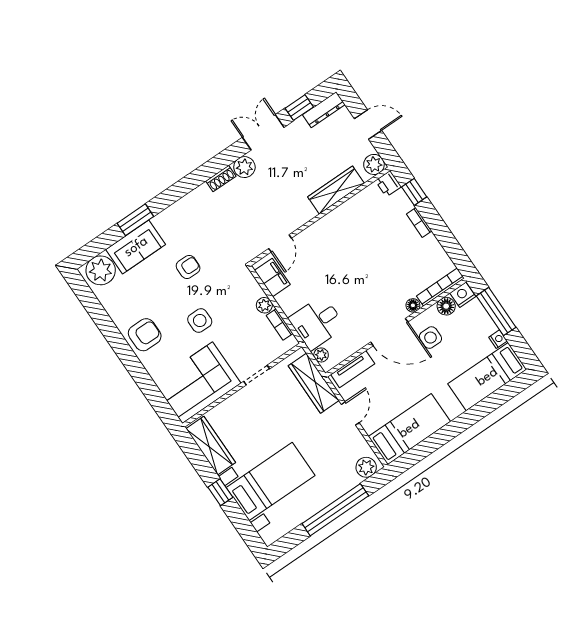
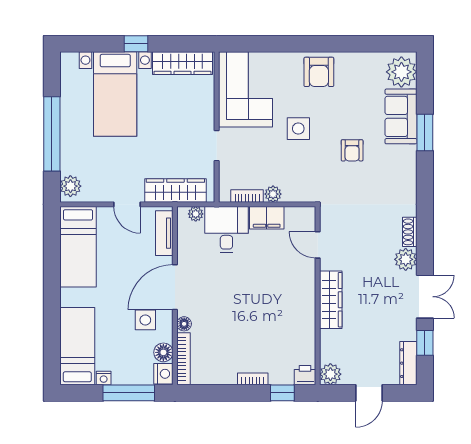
wardrobe: (336, 190) -> (331, 300), moved
filing cabinet: (272, 277) -> (267, 218), moved

